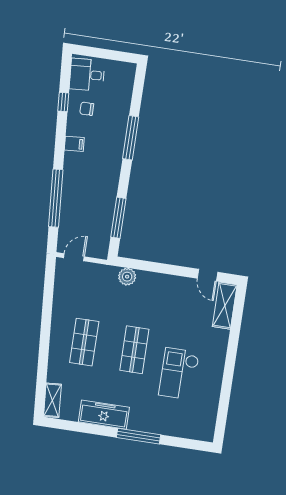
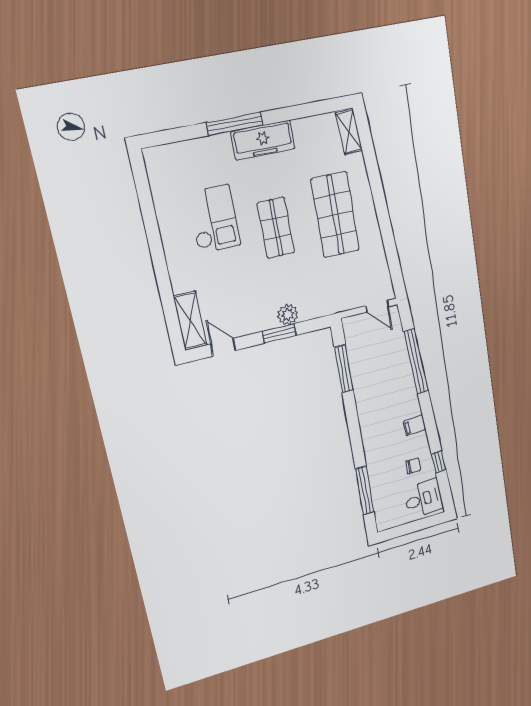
window: (131, 138) -> (365, 490), moved
door: (74, 257) -> (377, 306), hinge flipped
window: (160, 268) -> (279, 333), added
plant: (127, 277) -> (288, 315), moved
shop shelf: (84, 342) -> (335, 215), width x1.43, depth x1.36
freezer: (104, 415) -> (263, 140), moved

